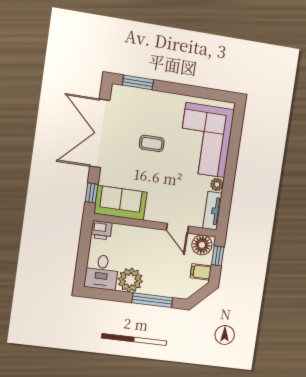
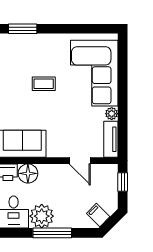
floor lamp: (202, 245) -> (28, 173), moved
filing cabinet: (201, 272) -> (98, 215), moved, turned 45
window: (152, 300) -> (52, 233), moved

